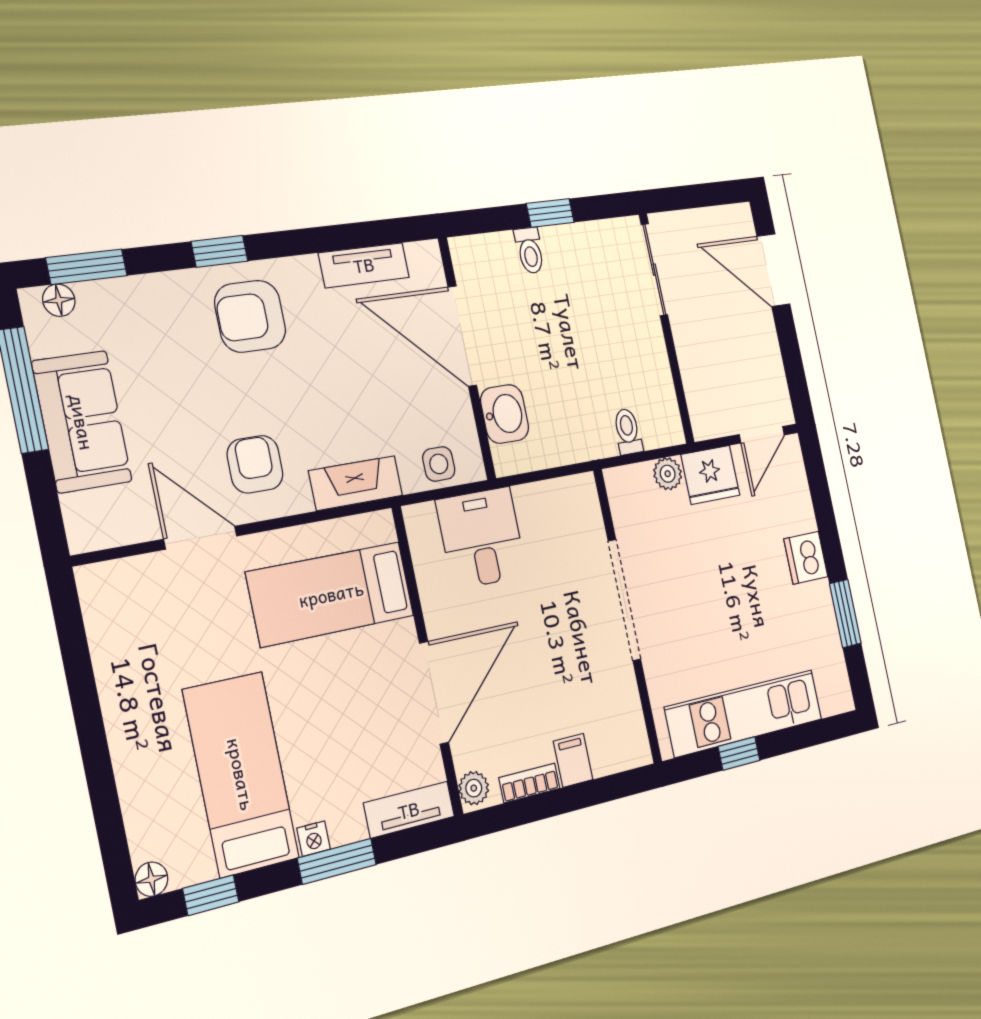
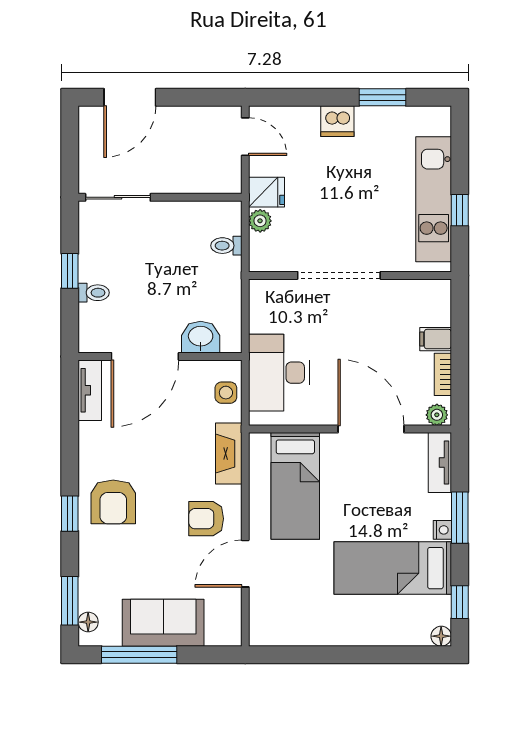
tv unit: (364, 265) -> (90, 390), moved
fridge: (710, 475) -> (266, 192), width x0.72
desk: (482, 538) -> (279, 373), width x1.37

